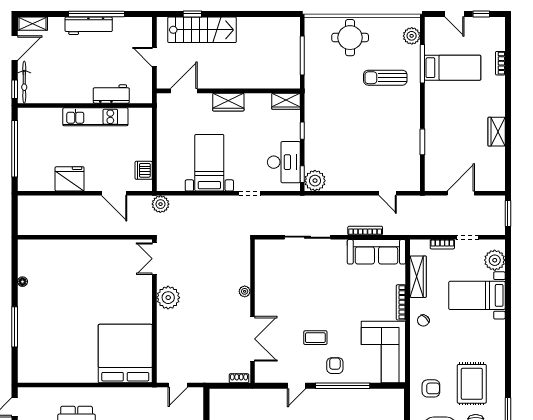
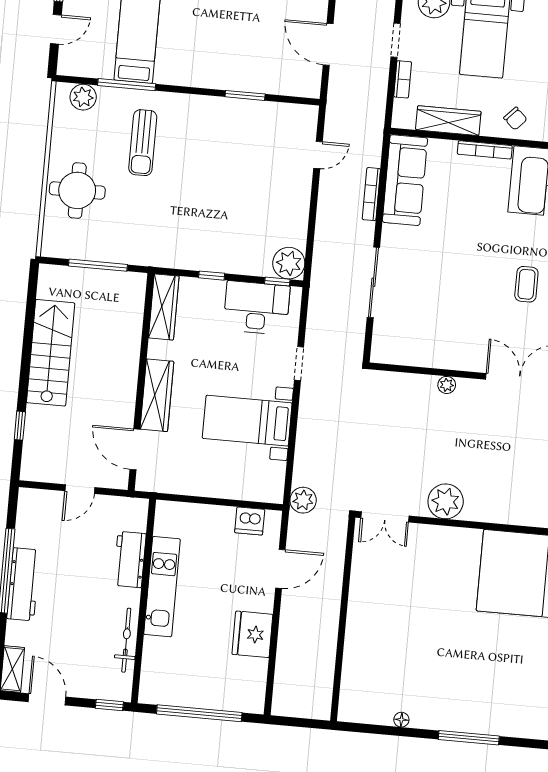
stairs: (202, 30) -> (51, 353), moved
bicycle: (24, 82) -> (126, 640), moved, turned -90
wardrobe: (286, 101) -> (164, 307), width x1.50
wardrobe: (228, 102) -> (157, 395), width x1.50

